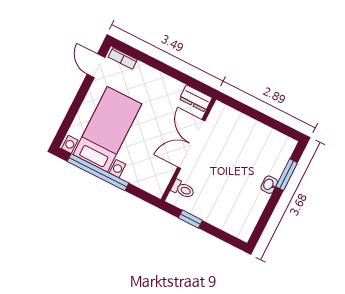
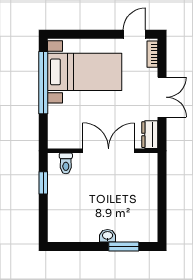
double door: (167, 70) -> (162, 97), added

